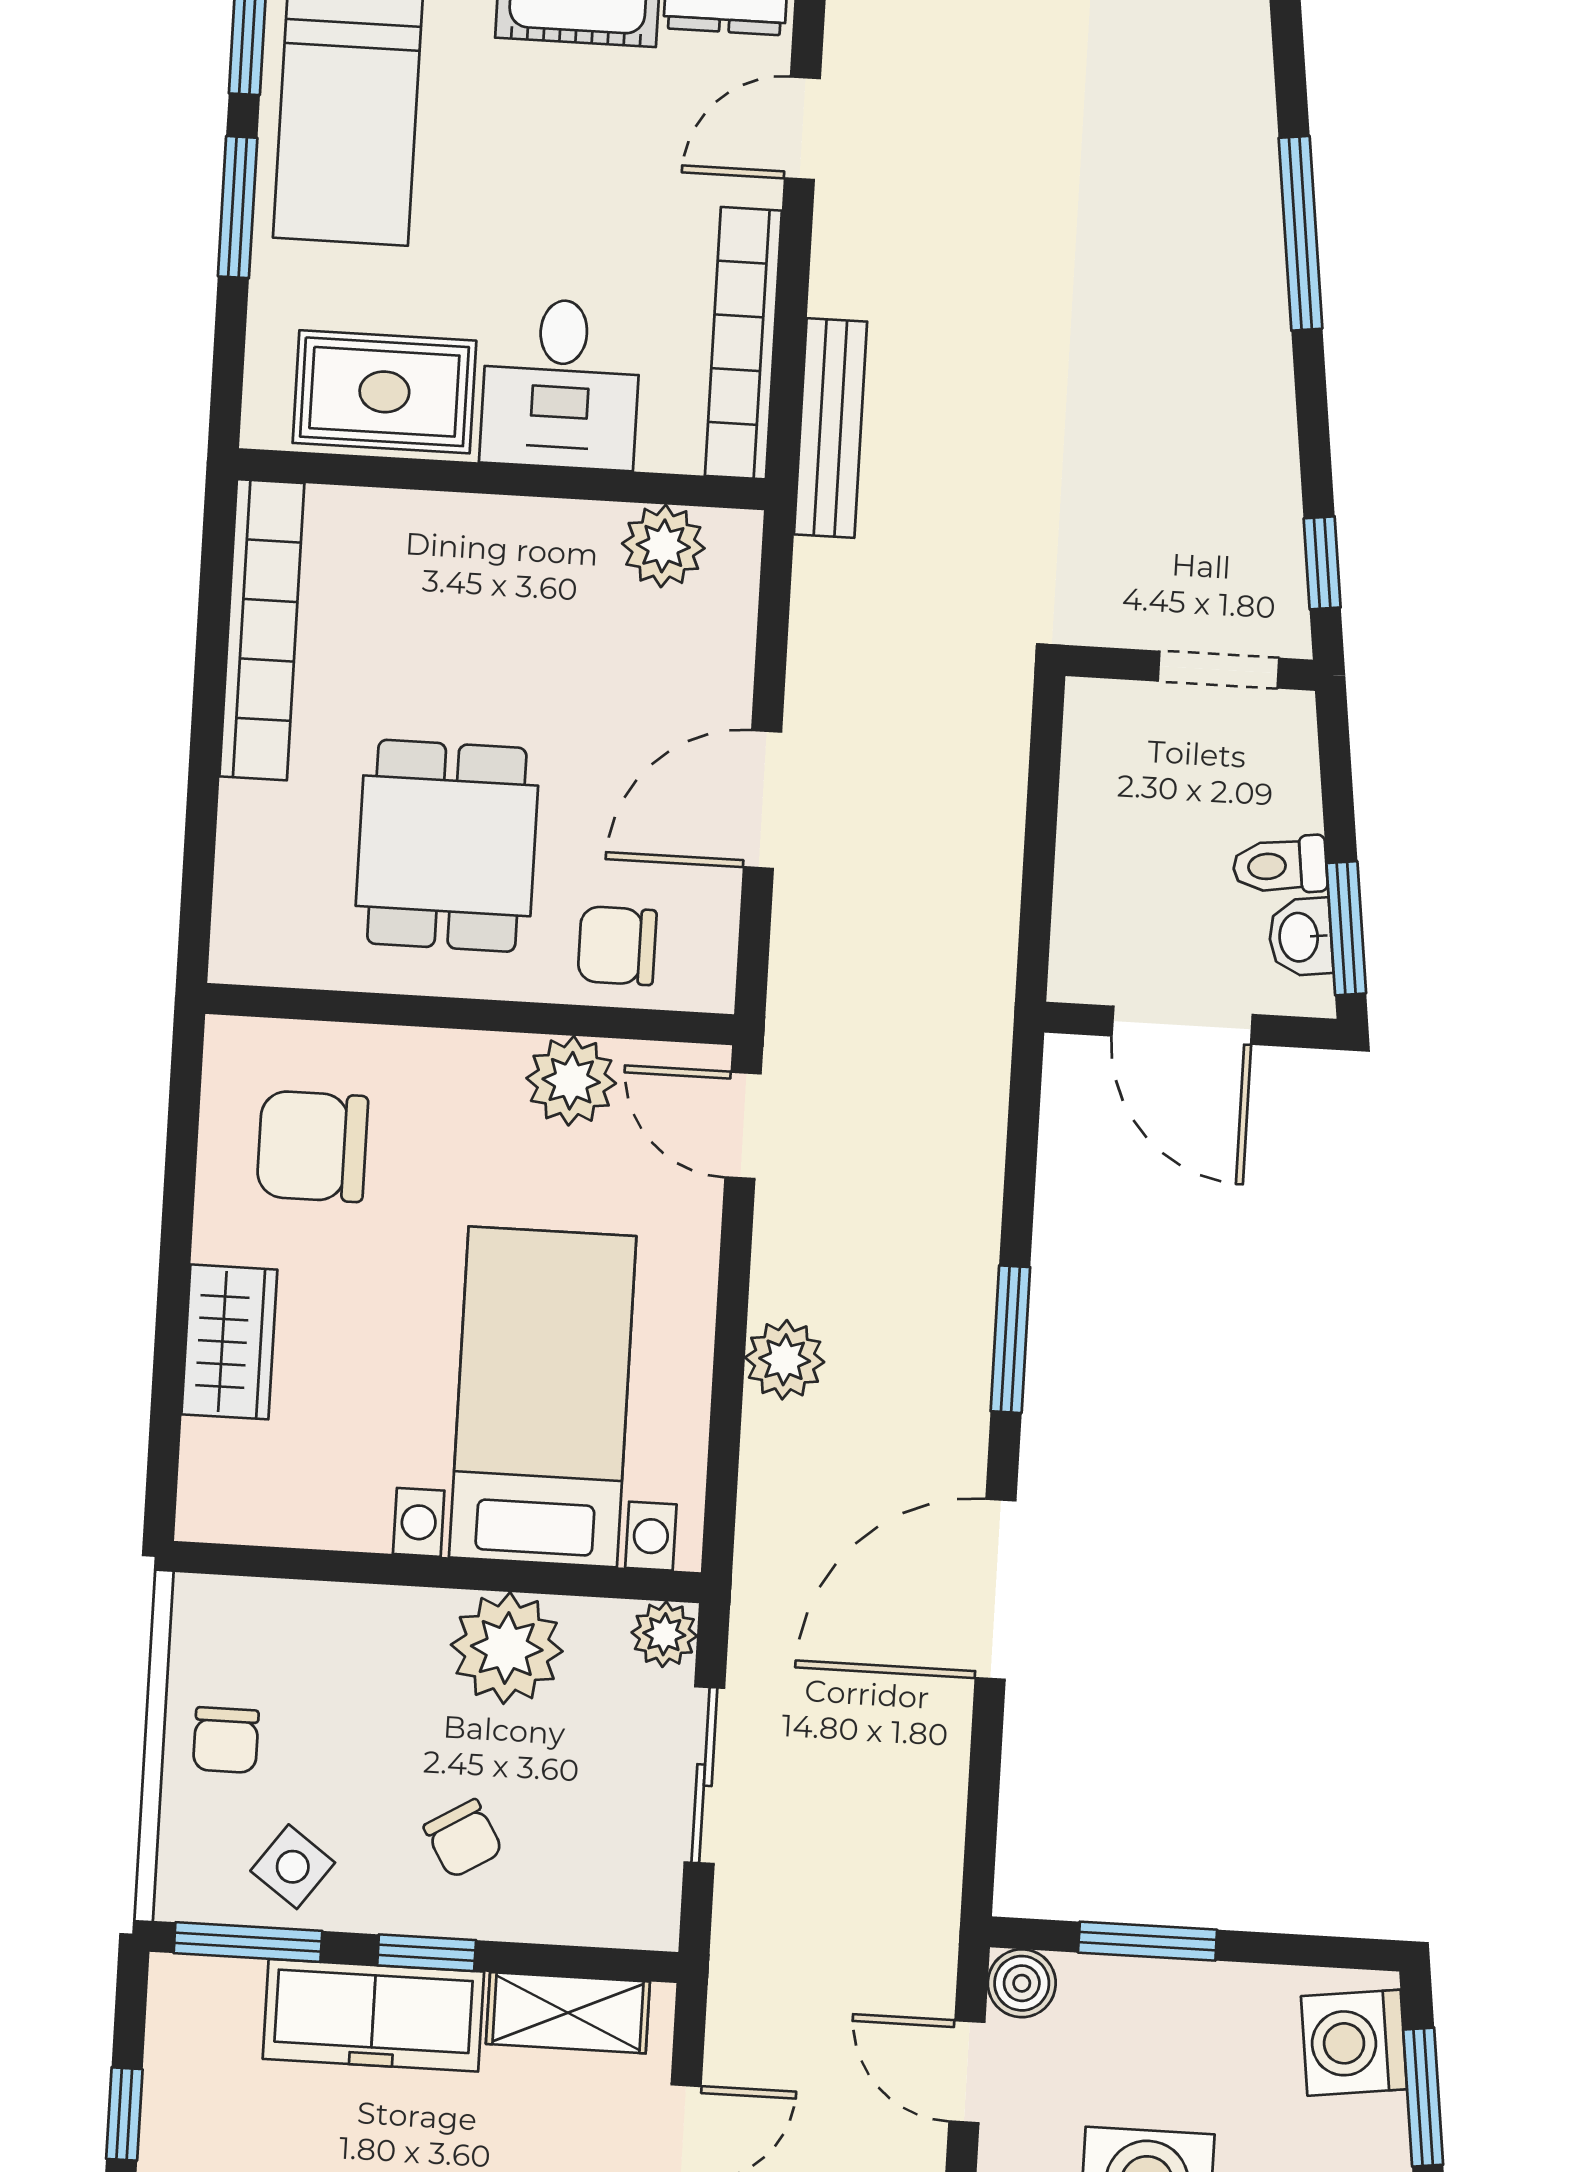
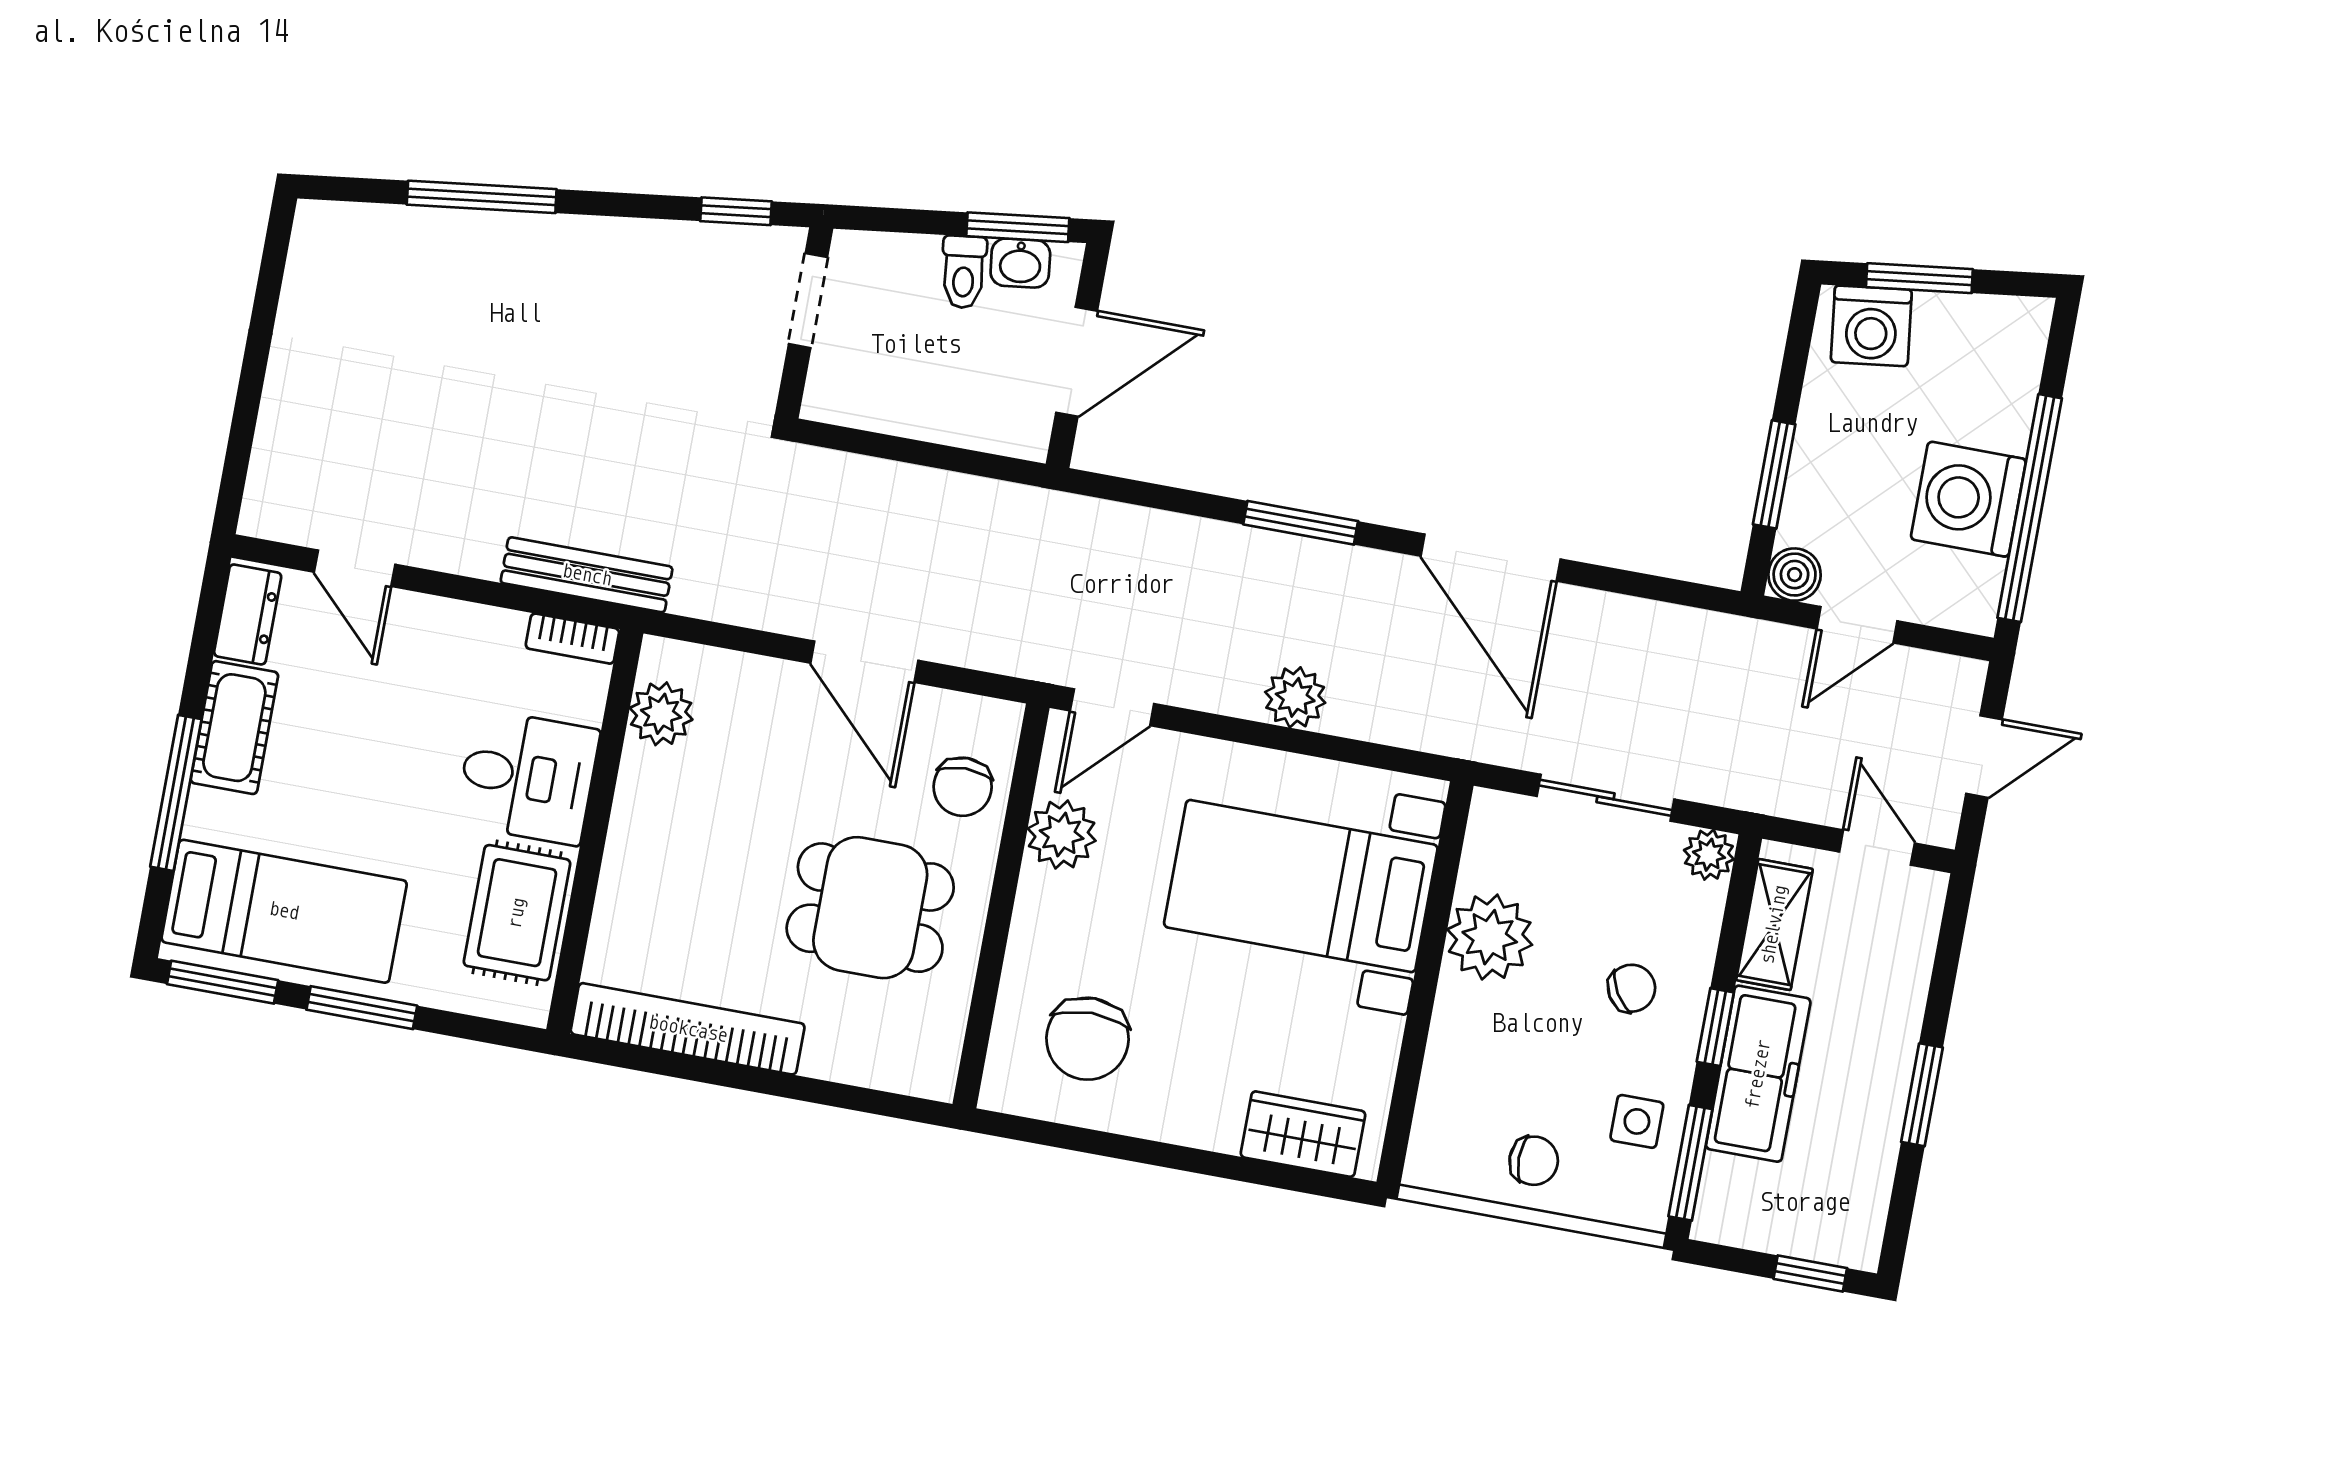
bookcase: (743, 343) -> (572, 639), width x0.43, depth x0.76
wardrobe: (229, 1342) -> (1303, 1134), moved
plant: (664, 1634) -> (1709, 855), moved
side table: (293, 1867) -> (1637, 1121), turned -36

